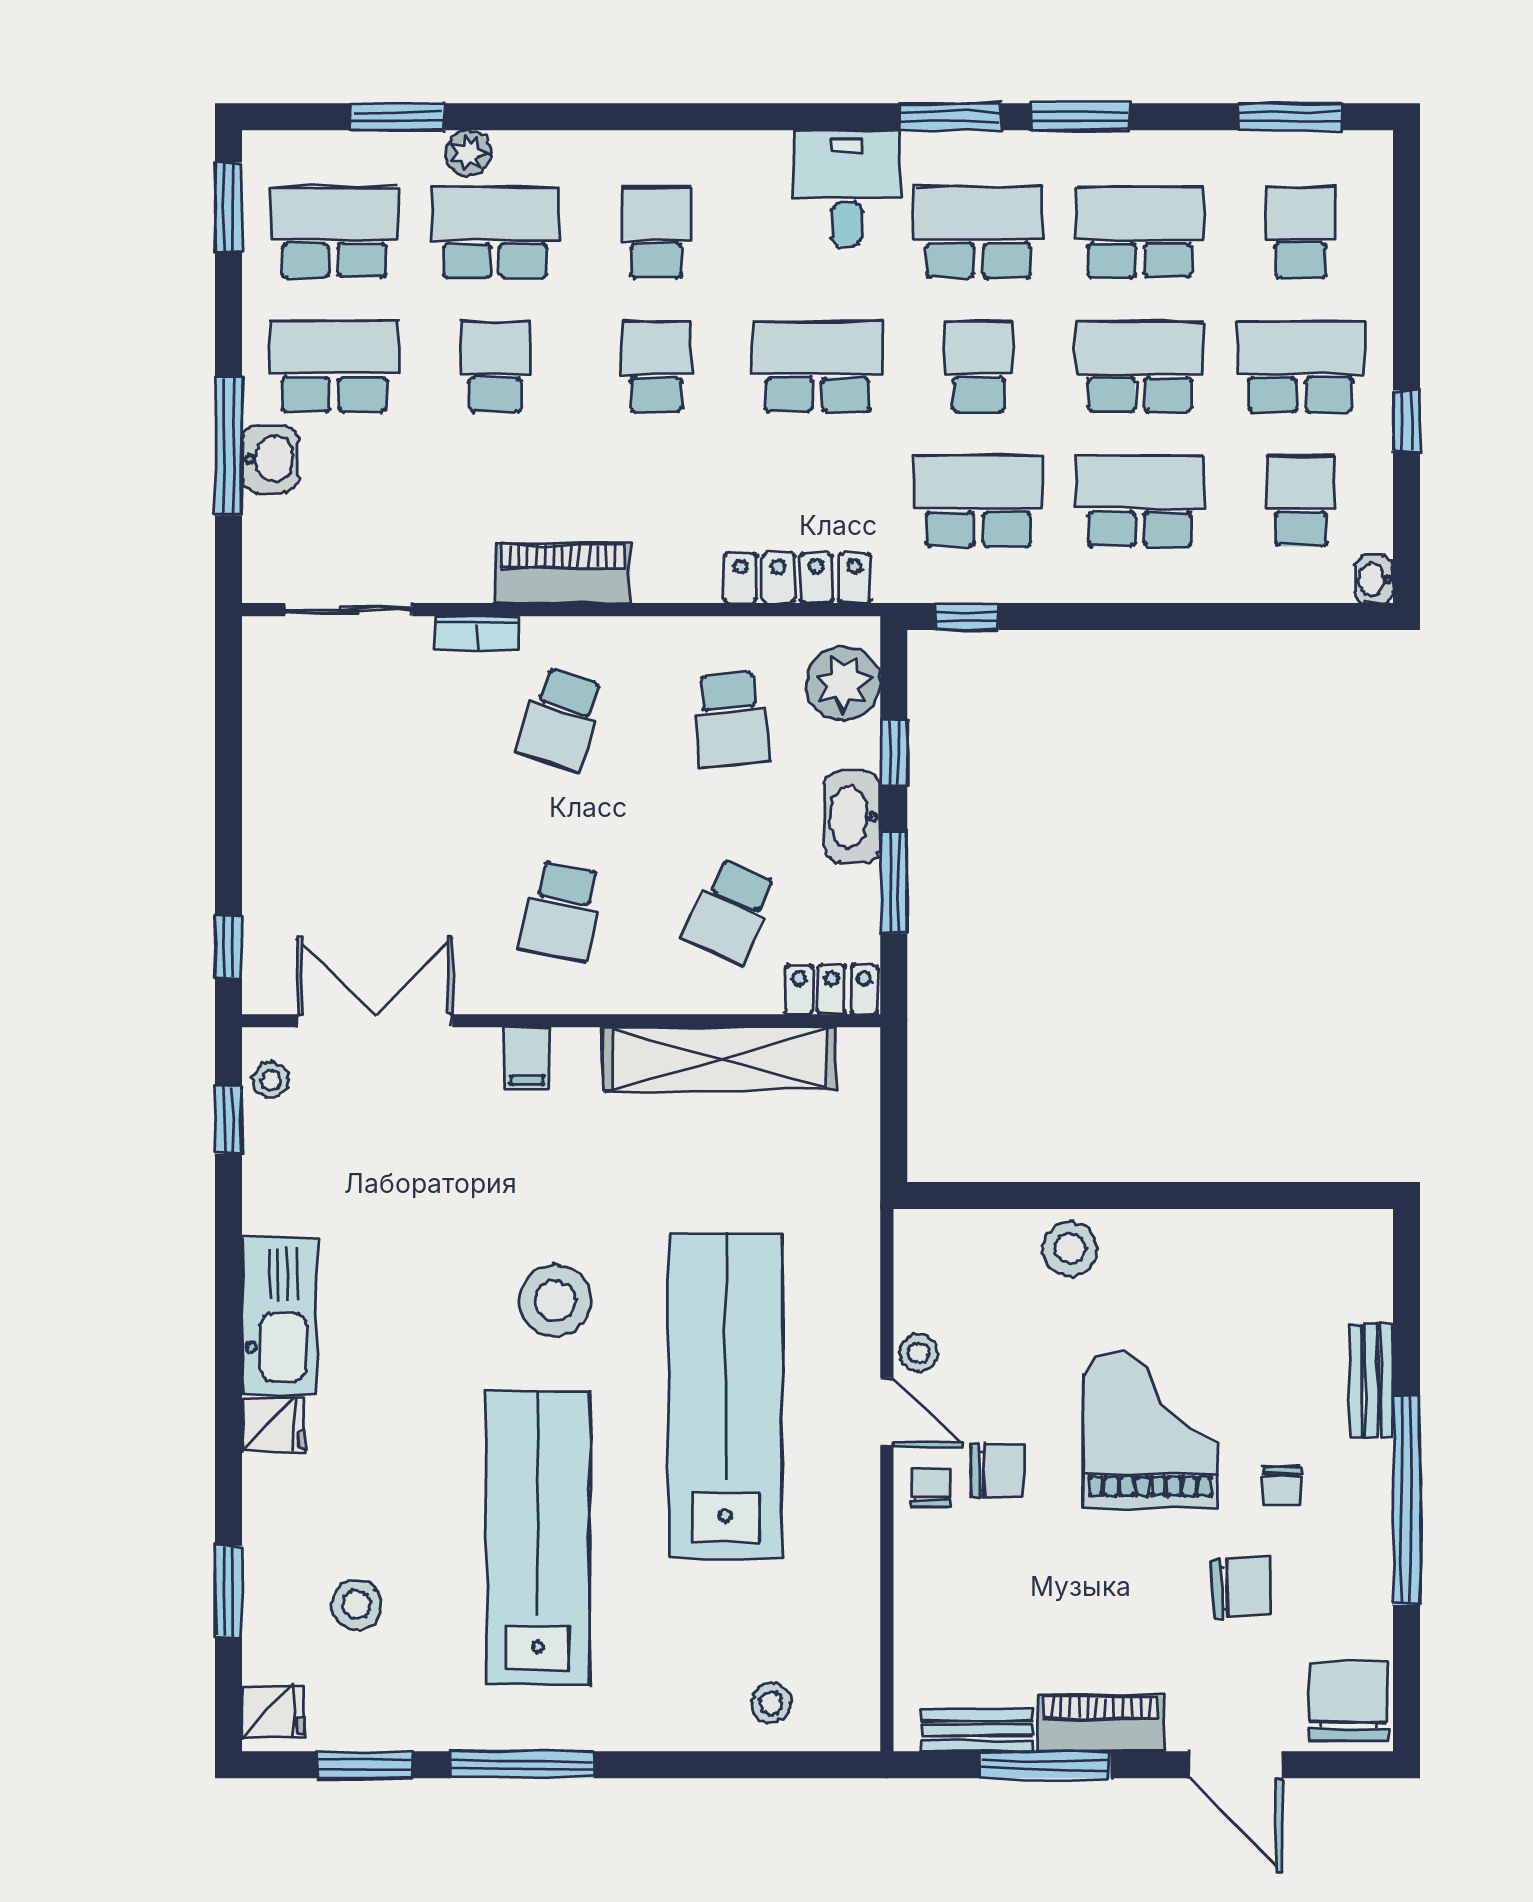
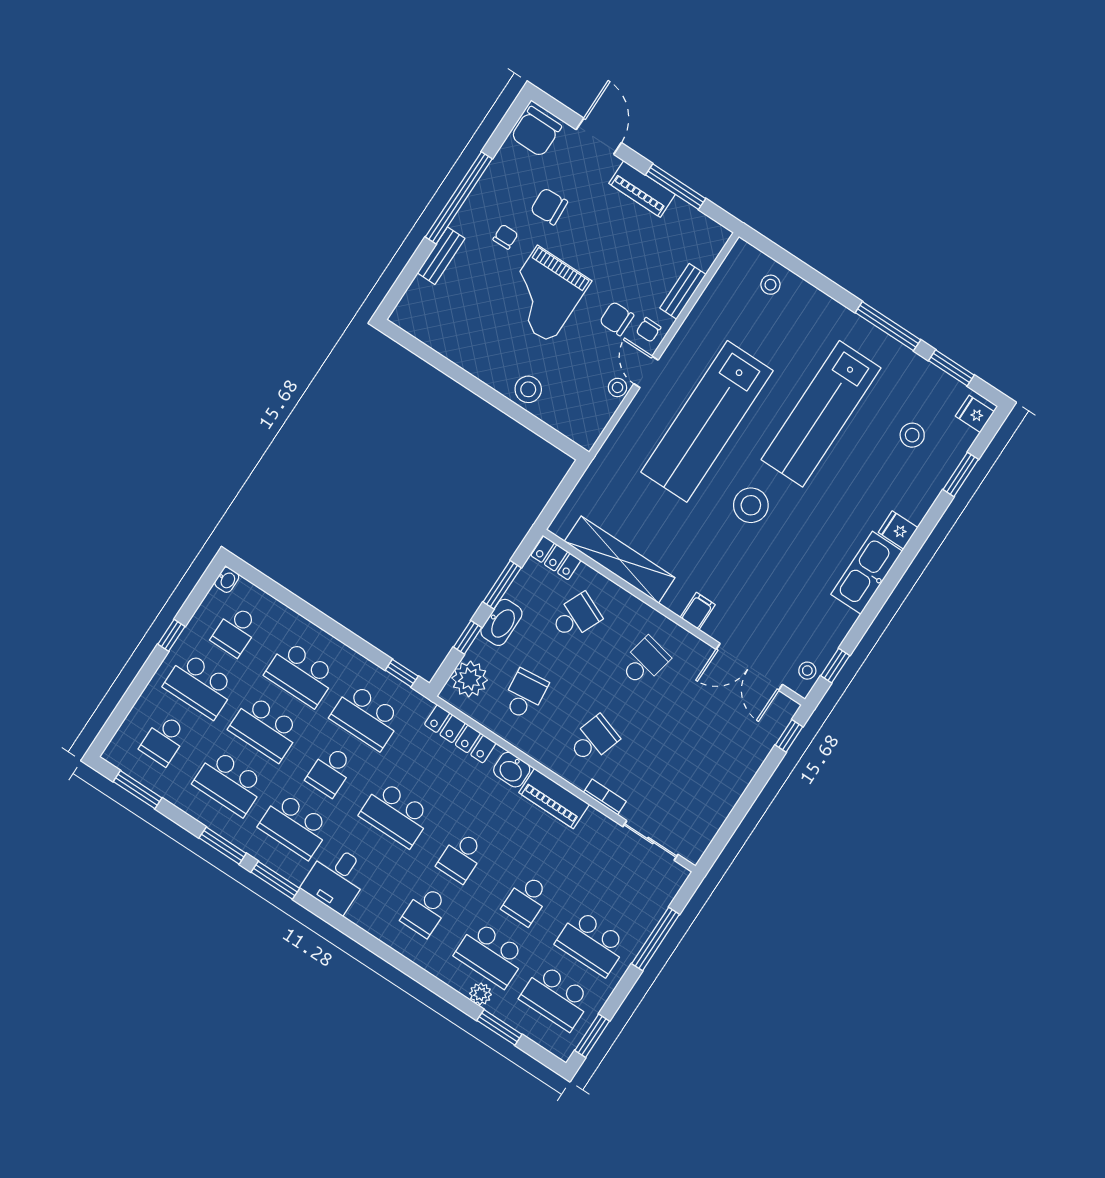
washbasin: (270, 459) -> (512, 770), moved, turned -90
bench: (977, 1730) -> (683, 291), moved, turned 90

